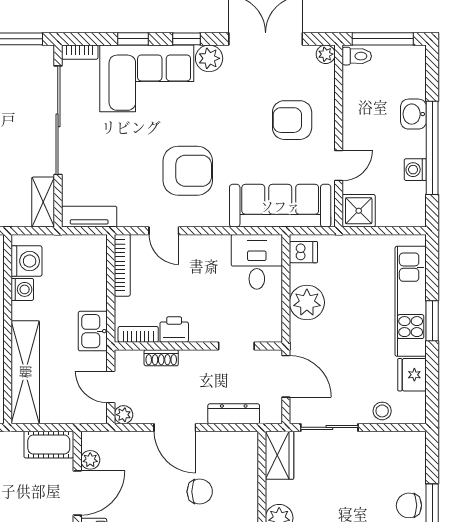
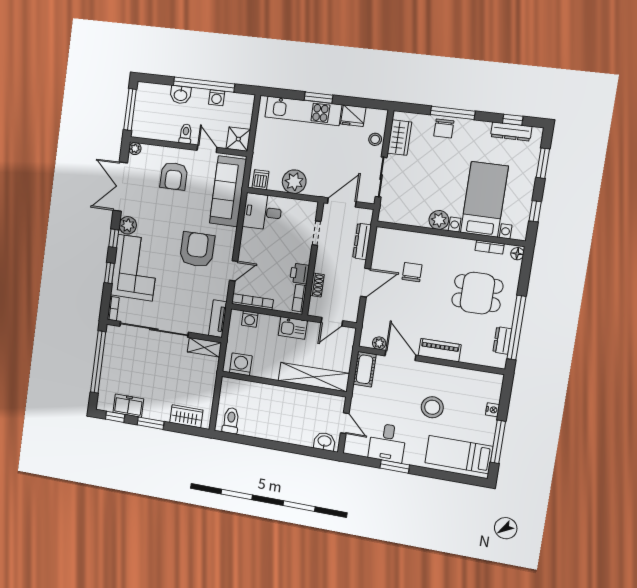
toilet: (357, 56) -> (186, 134), moved
washing machine: (22, 289) -> (250, 319), moved, turned 180
plant: (124, 415) -> (352, 316), removed
wardrobe: (280, 455) -> (399, 138), moved, turned 90

